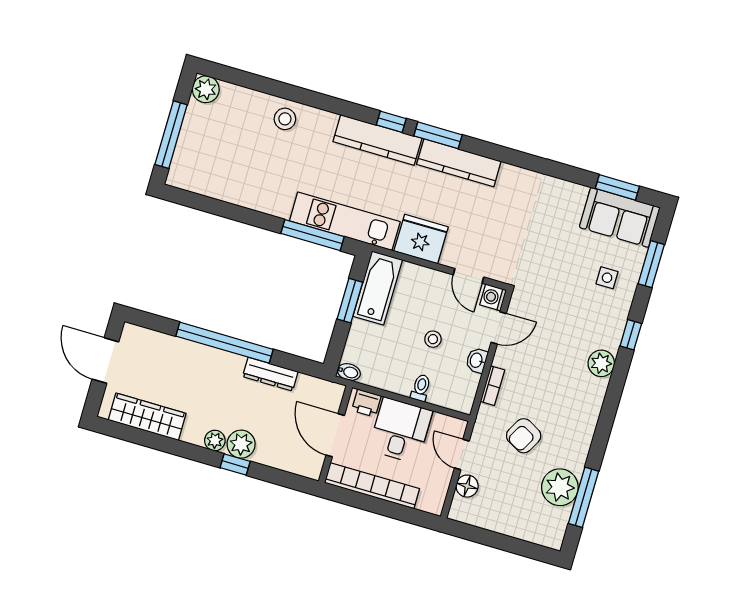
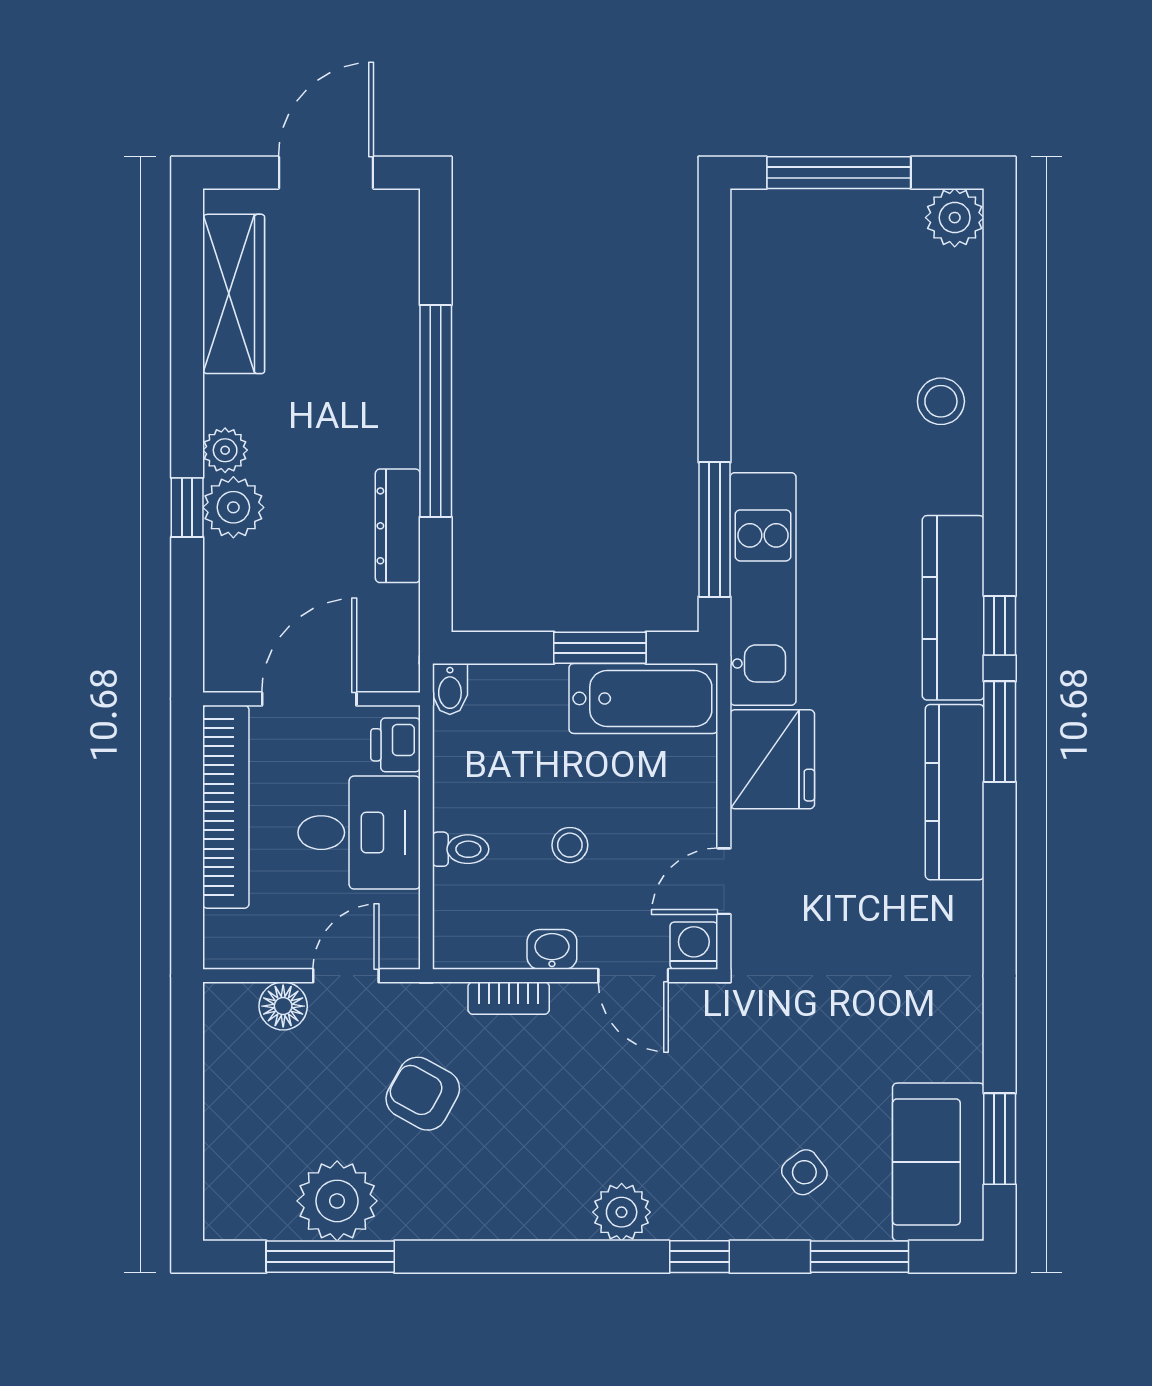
side table: (607, 278) -> (804, 1172), turned -37

